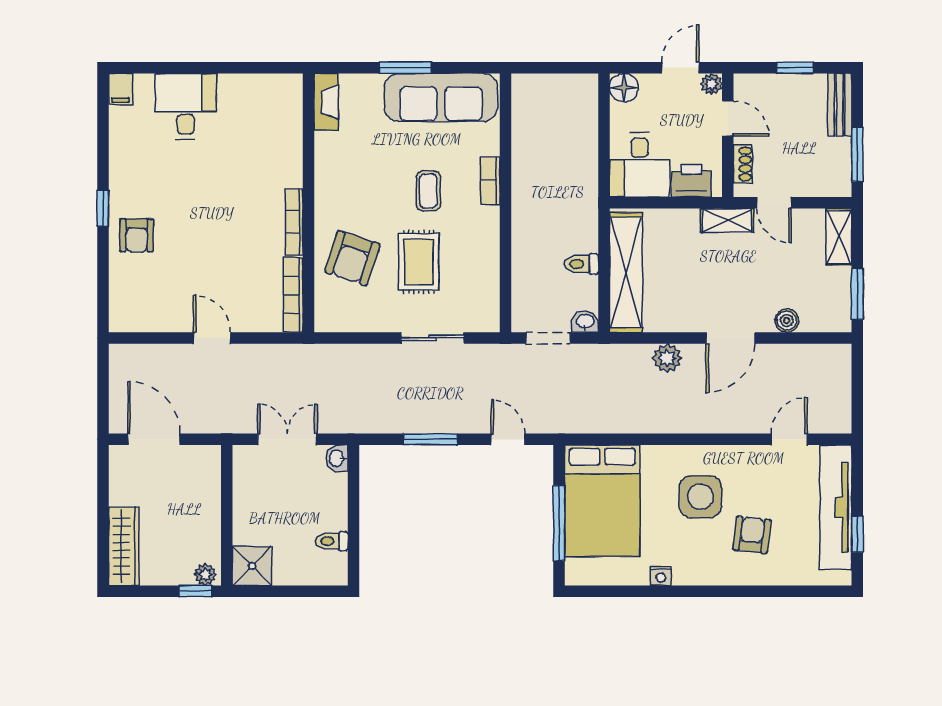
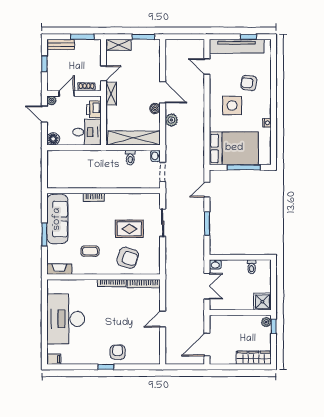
desk: (186, 106) -> (66, 319), width x1.87, depth x1.30
coffee table: (428, 191) -> (90, 251), moved
armchair: (137, 235) -> (118, 352), turned -90
boiler: (787, 321) -> (155, 108), moved
double door: (287, 439) -> (207, 286), swing flipped

